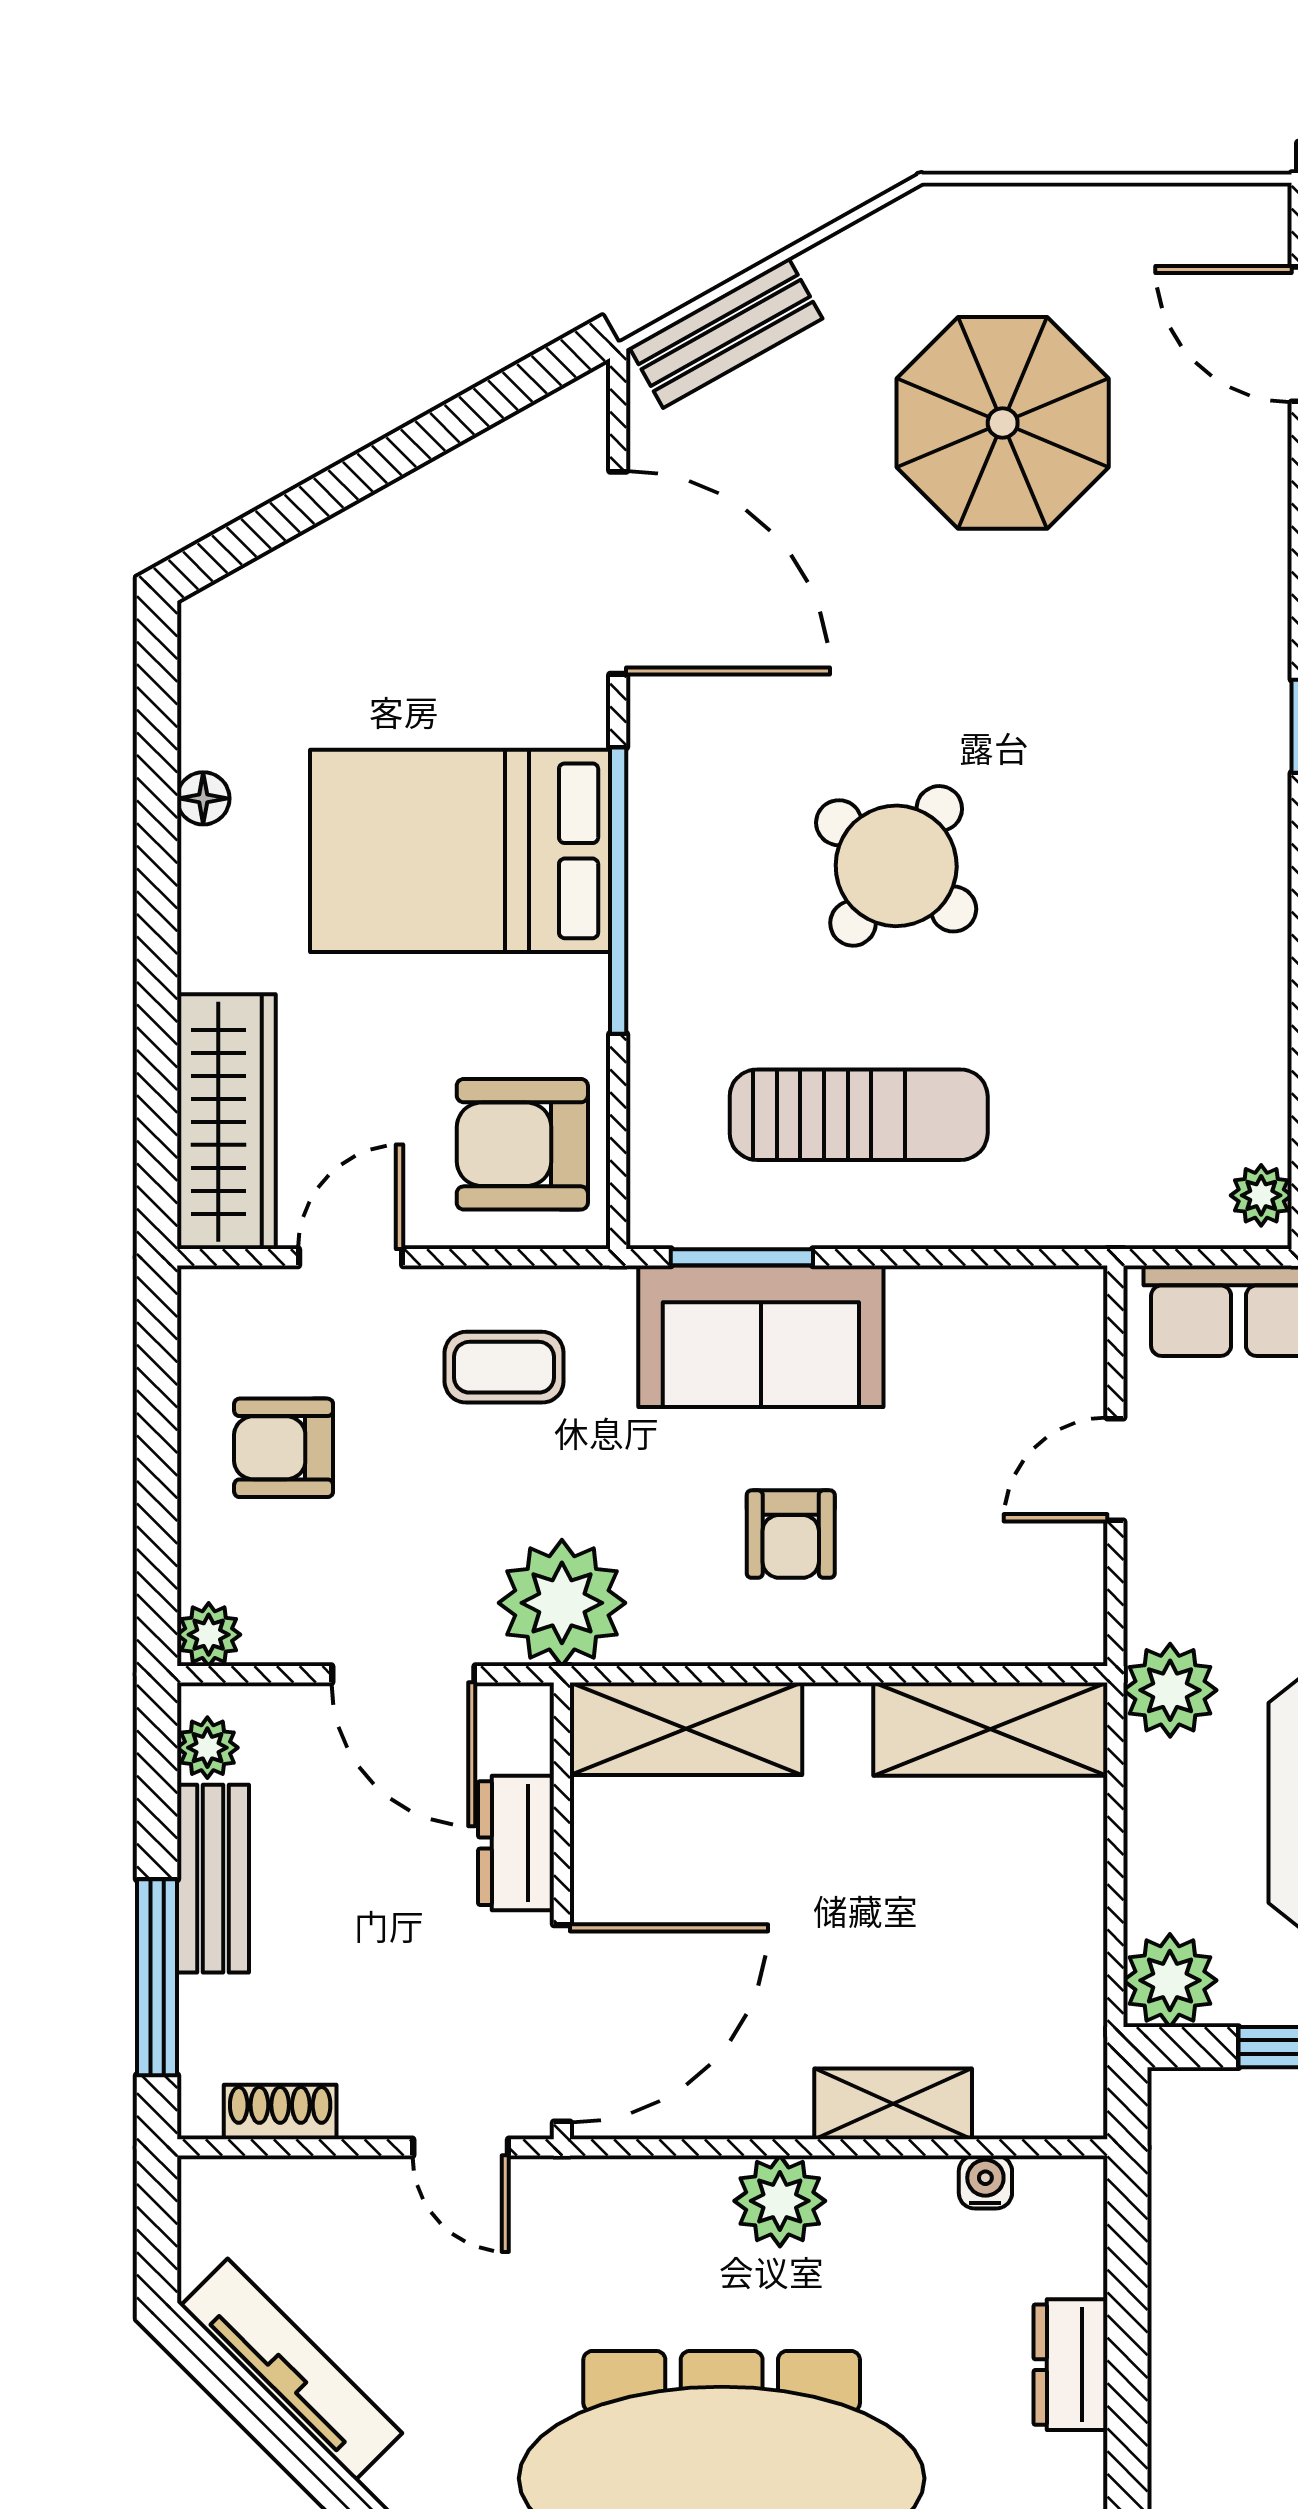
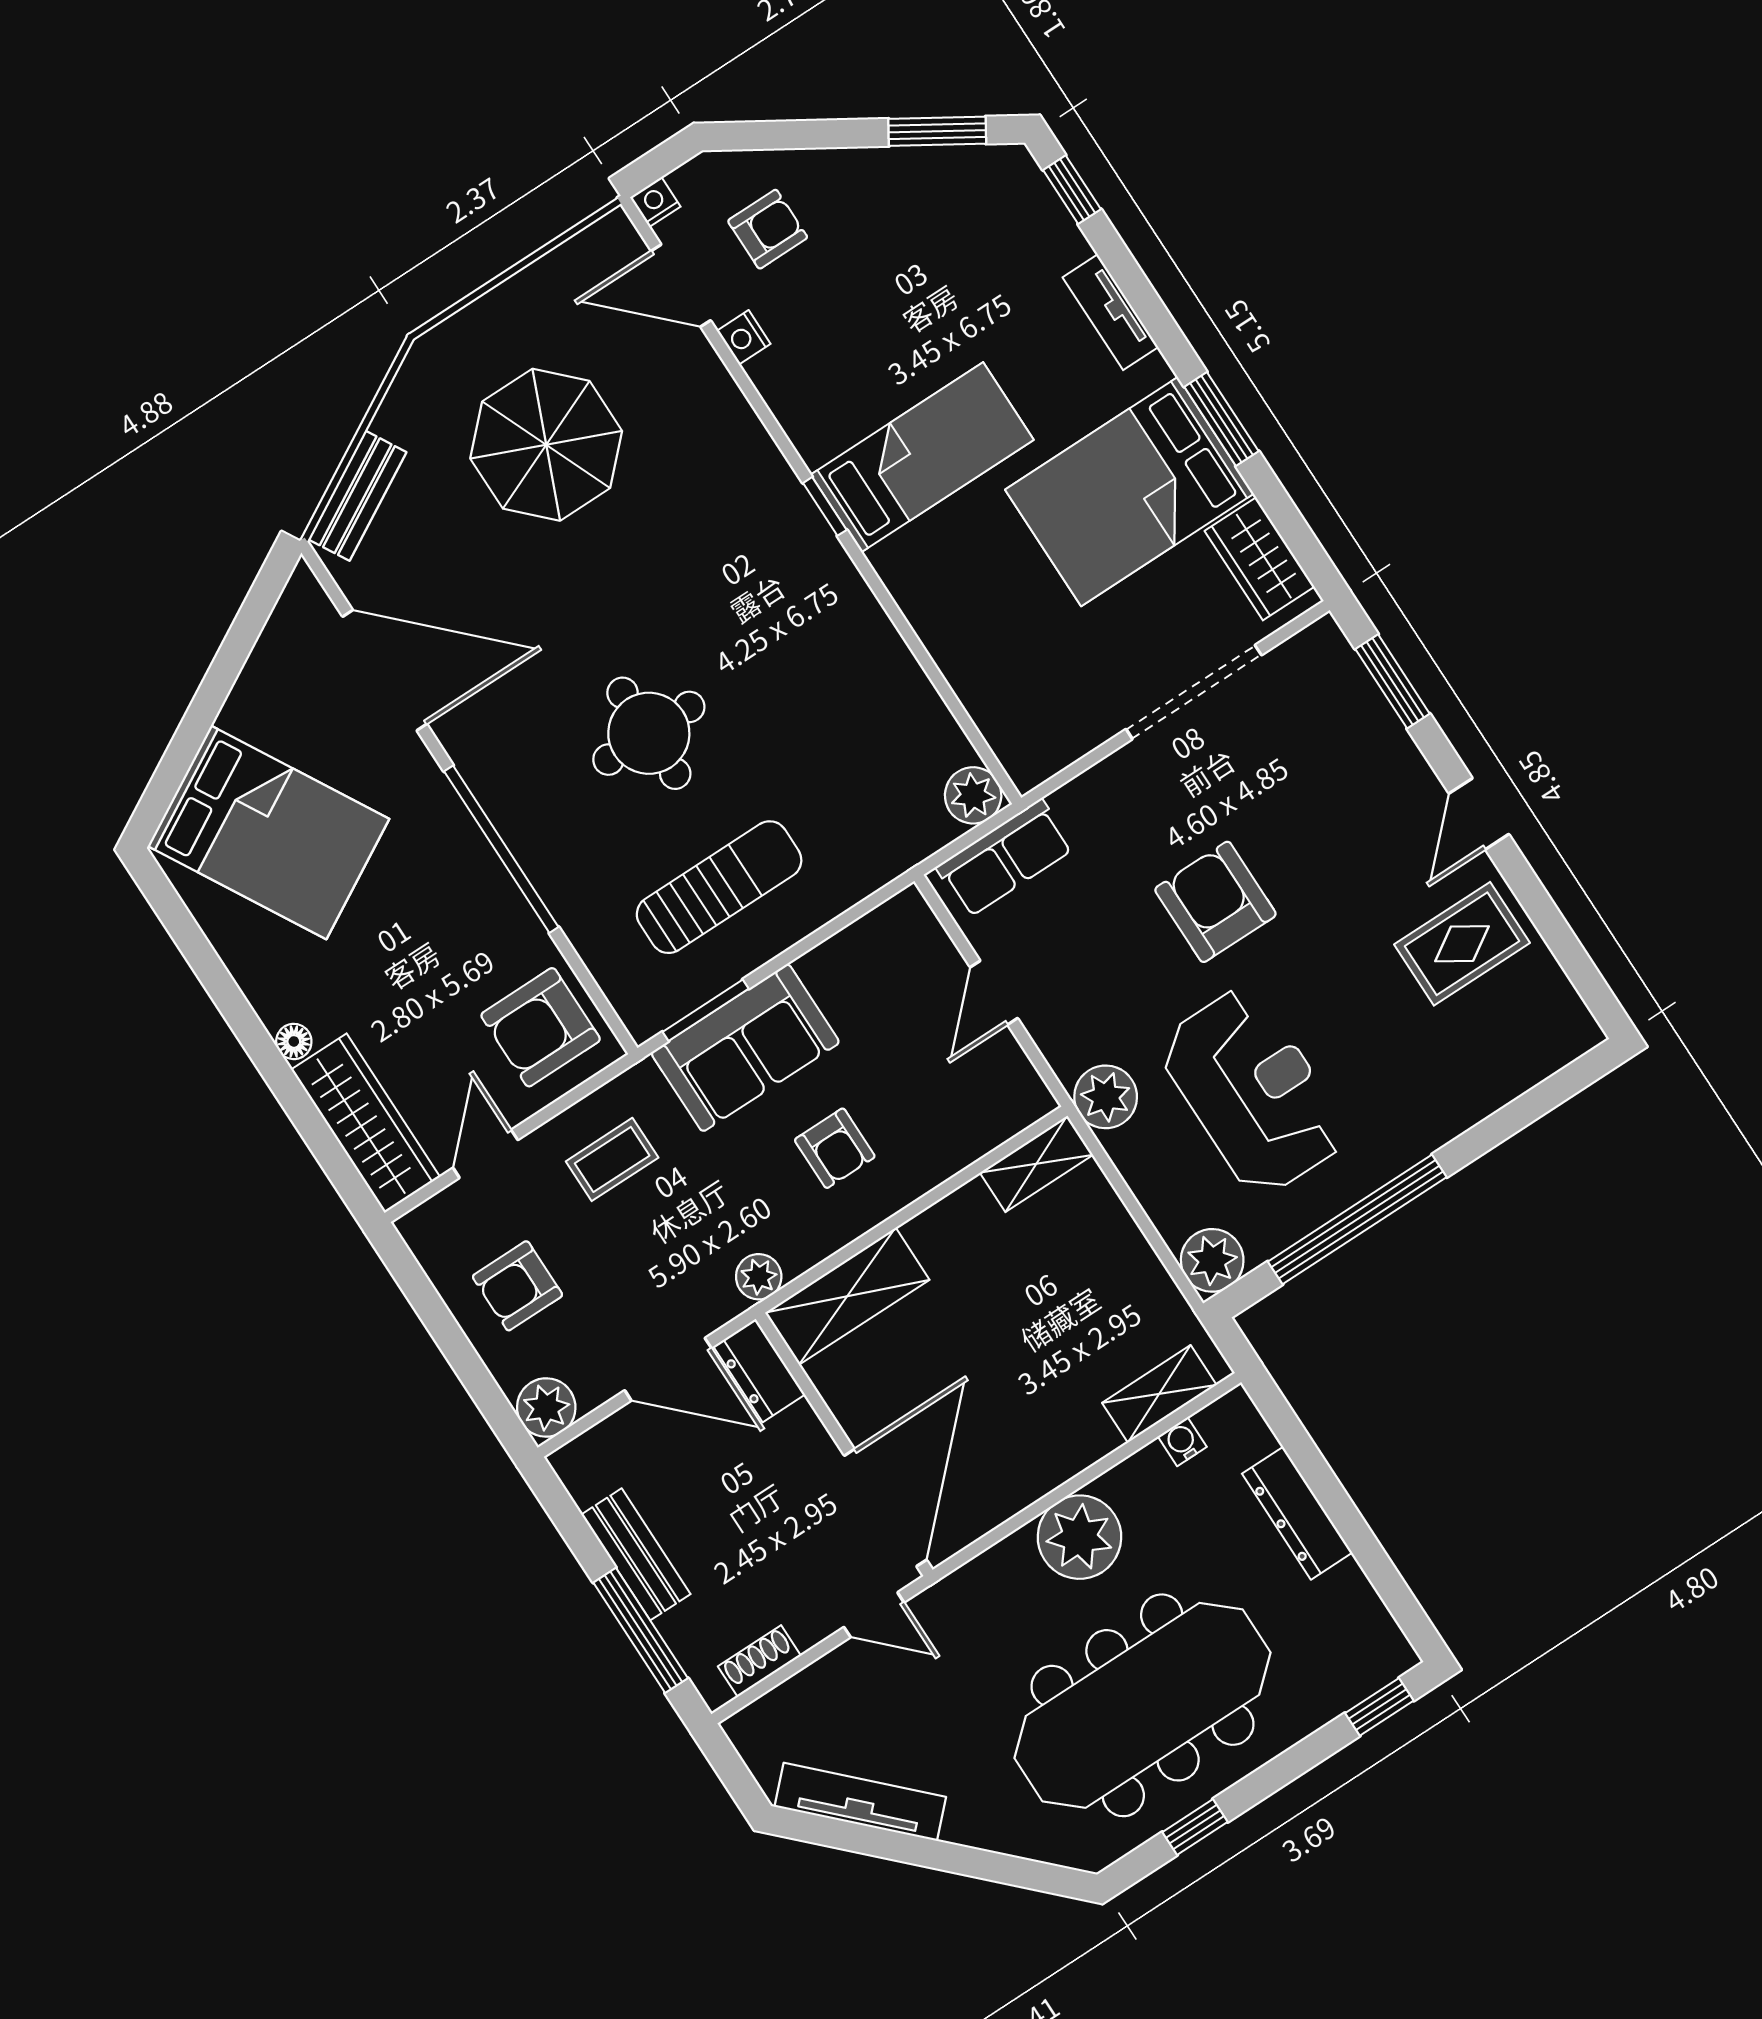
floor lamp: (203, 798) -> (294, 1041), moved
bed: (460, 851) -> (269, 832), moved, turned -119
round table: (896, 866) -> (649, 733), turned -37
plant: (1261, 1195) -> (973, 795), width x1.38, depth x1.38
plant: (562, 1603) -> (759, 1277), width x0.53, depth x0.53
plant: (209, 1635) -> (546, 1407), width x1.38, depth x1.38
shelving: (990, 1729) -> (1036, 1164), width x0.67, depth x0.75
plant: (207, 1748) -> (585, 1483), removed
dresser: (516, 1843) -> (759, 1370), moved
shelving: (893, 2104) -> (1159, 1394), moved
plant: (780, 2201) -> (1079, 1537), width x1.36, depth x1.36
dresser: (1070, 2365) -> (1297, 1513), width x1.44

